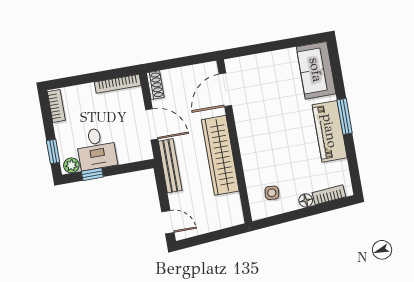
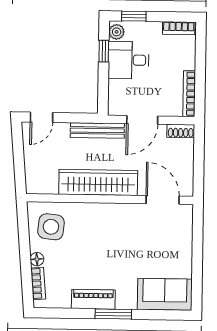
piano: (330, 131) -> (93, 299), width x0.73, depth x0.75
side table: (272, 193) -> (51, 227), width x1.87, depth x1.87

